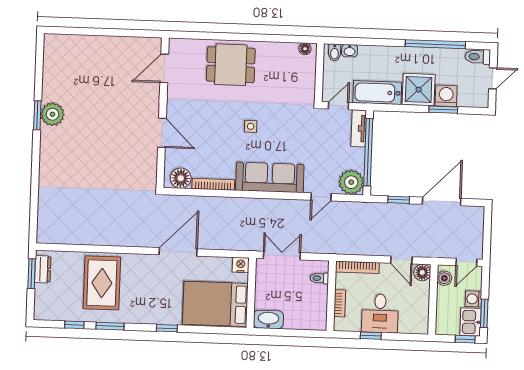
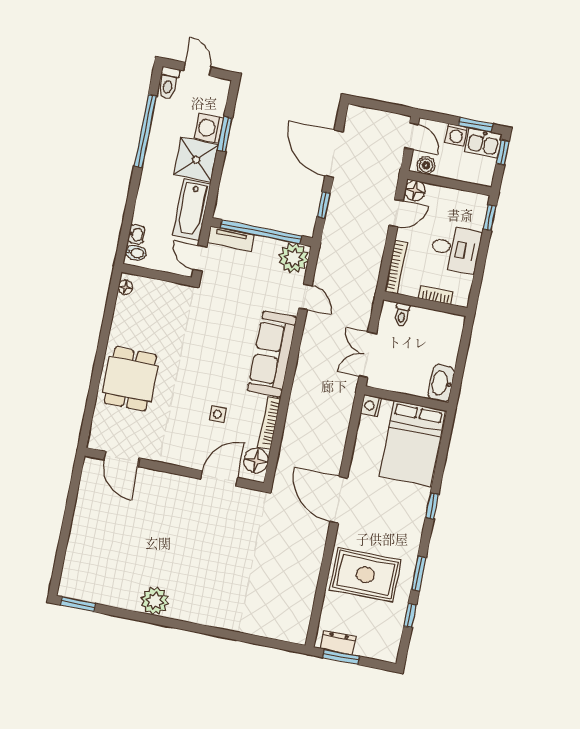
window: (37, 115) -> (78, 604), moved
side table: (251, 126) -> (218, 414), moved
door: (162, 133) -> (219, 478), moved
door: (178, 252) -> (339, 500), moved
window: (371, 336) -> (490, 218), moved

